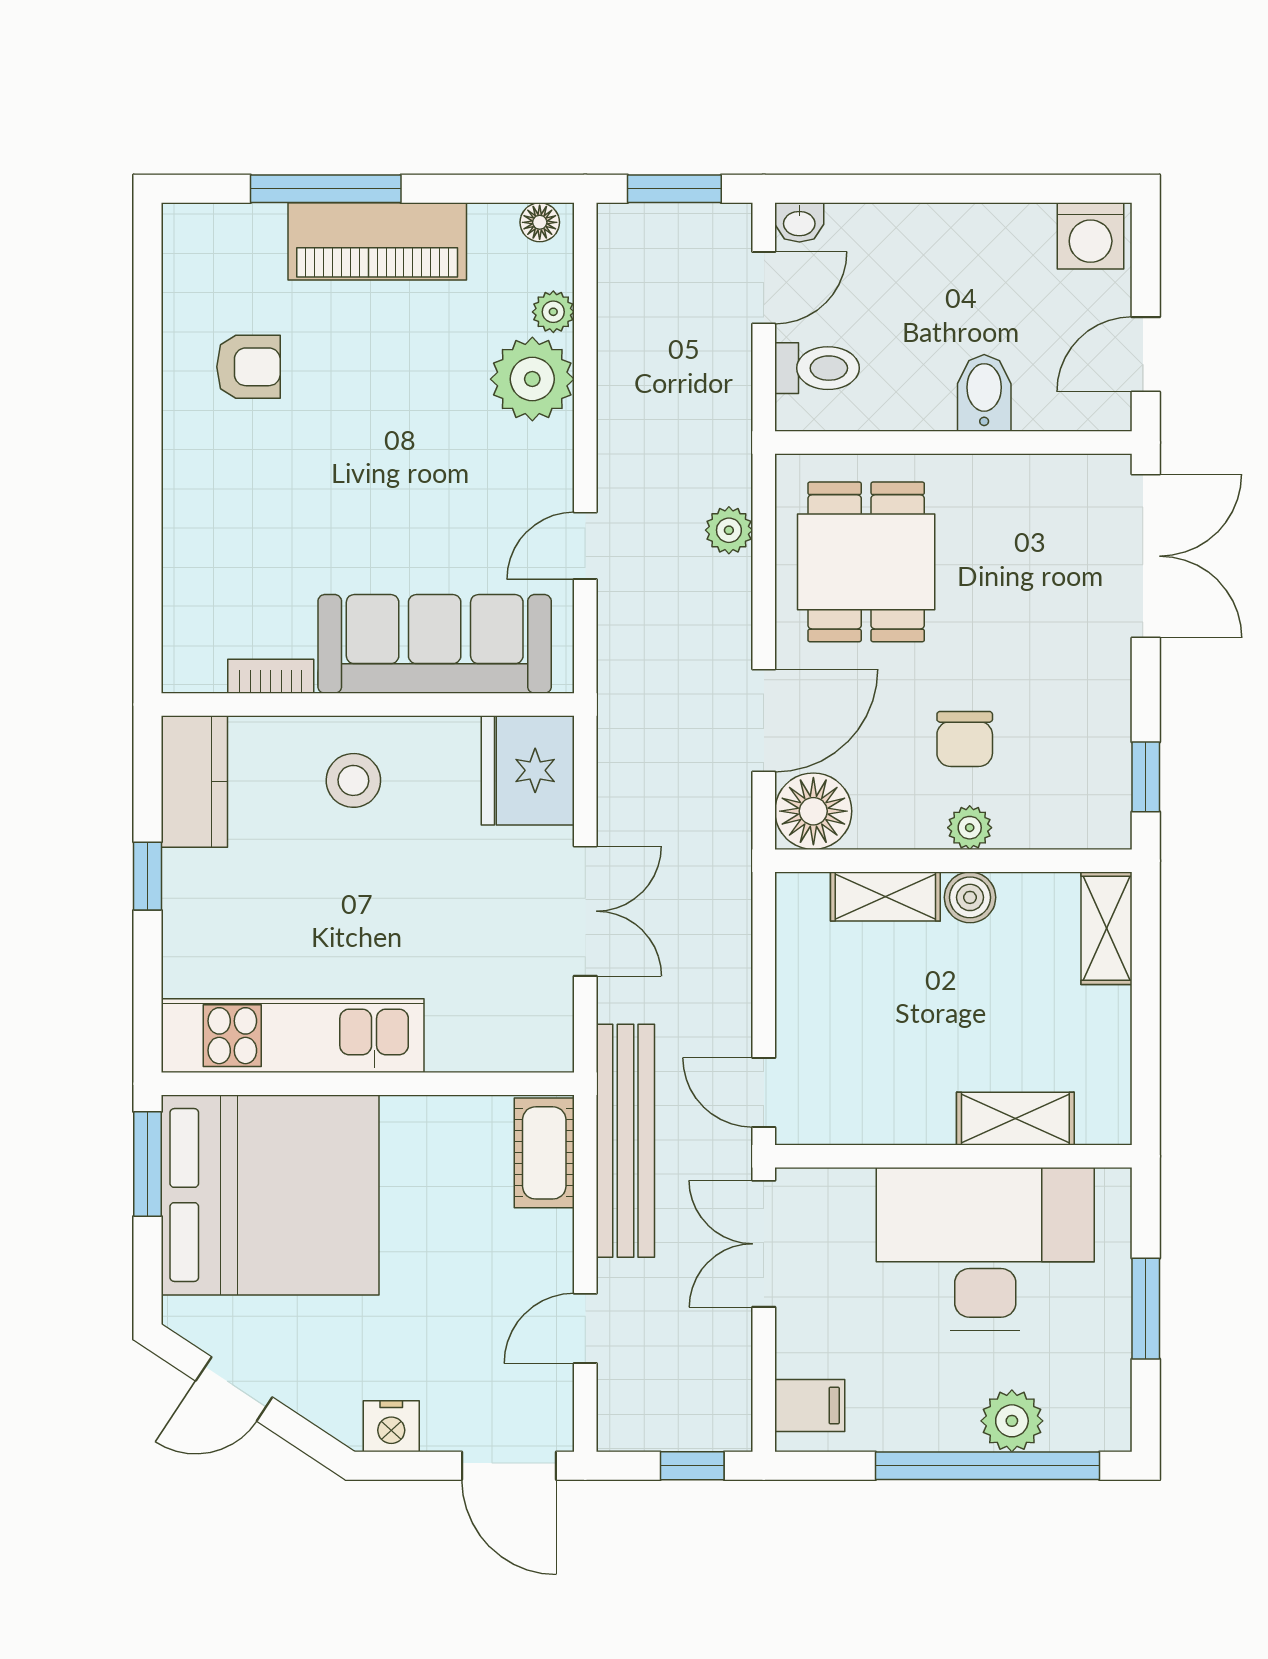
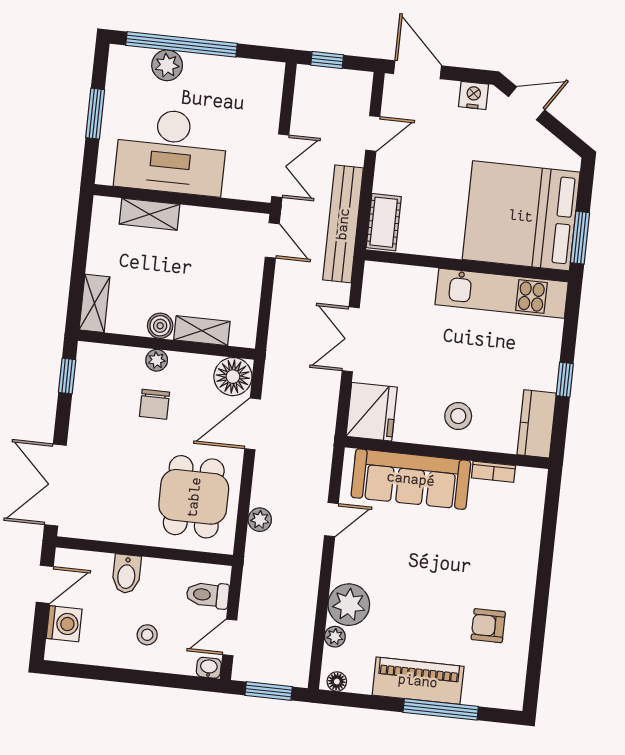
washing machine: (1091, 236) -> (64, 624), moved, turned 90
stool: (930, 275) -> (147, 635), added
chair: (965, 739) -> (154, 404), turned 180
door: (234, 1389) -> (527, 103), moved
filing cabinet: (810, 1406) -> (266, 84), removed

